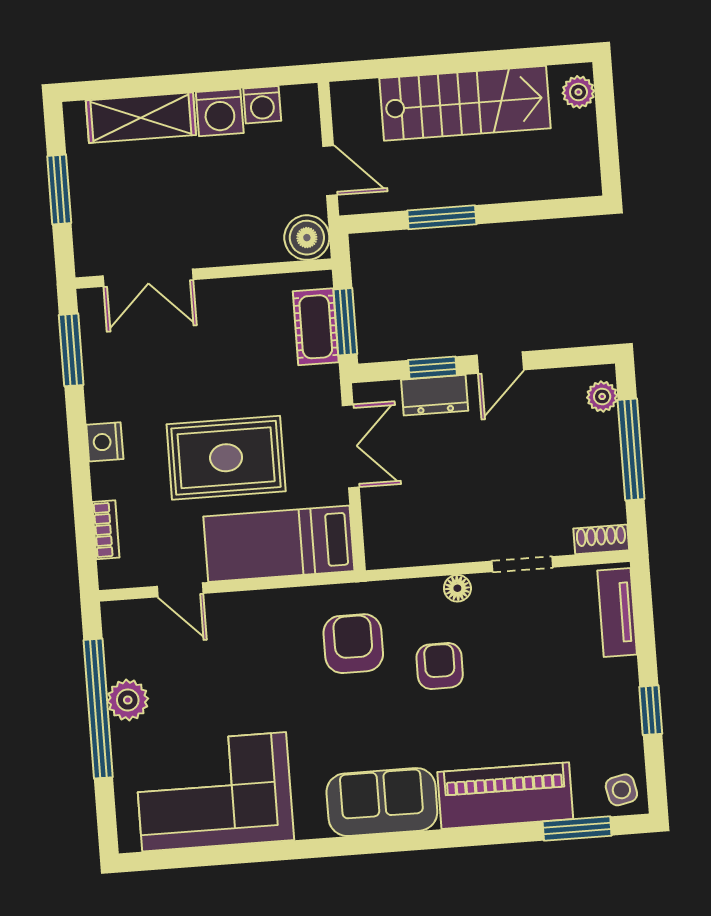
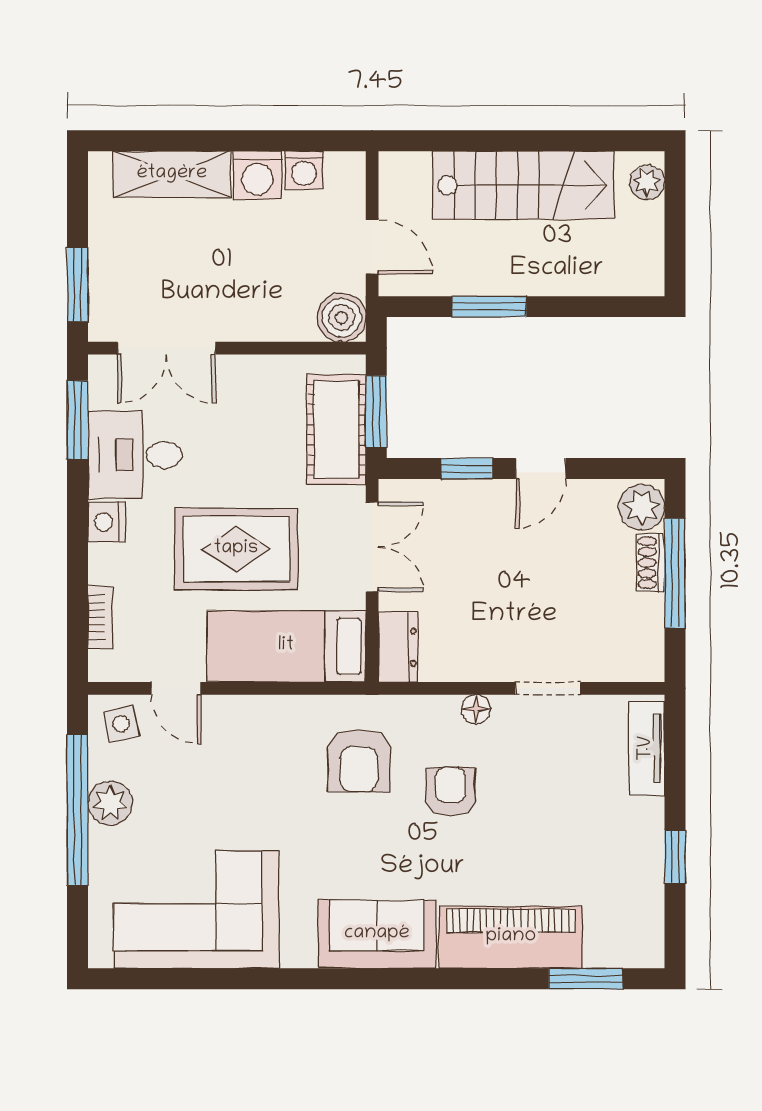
window: (59, 190) -> (78, 284), moved
cot: (316, 327) -> (336, 430), width x1.37, depth x1.34
desk: (127, 378) -> (135, 455), added
dresser: (435, 395) -> (398, 647), moved, turned -90
plant: (602, 396) -> (642, 507), width x1.38, depth x1.38
shoe rack: (601, 539) -> (650, 563), moved, turned -90
armchair: (353, 644) -> (359, 760), turned 180
side table: (621, 790) -> (121, 724), moved

